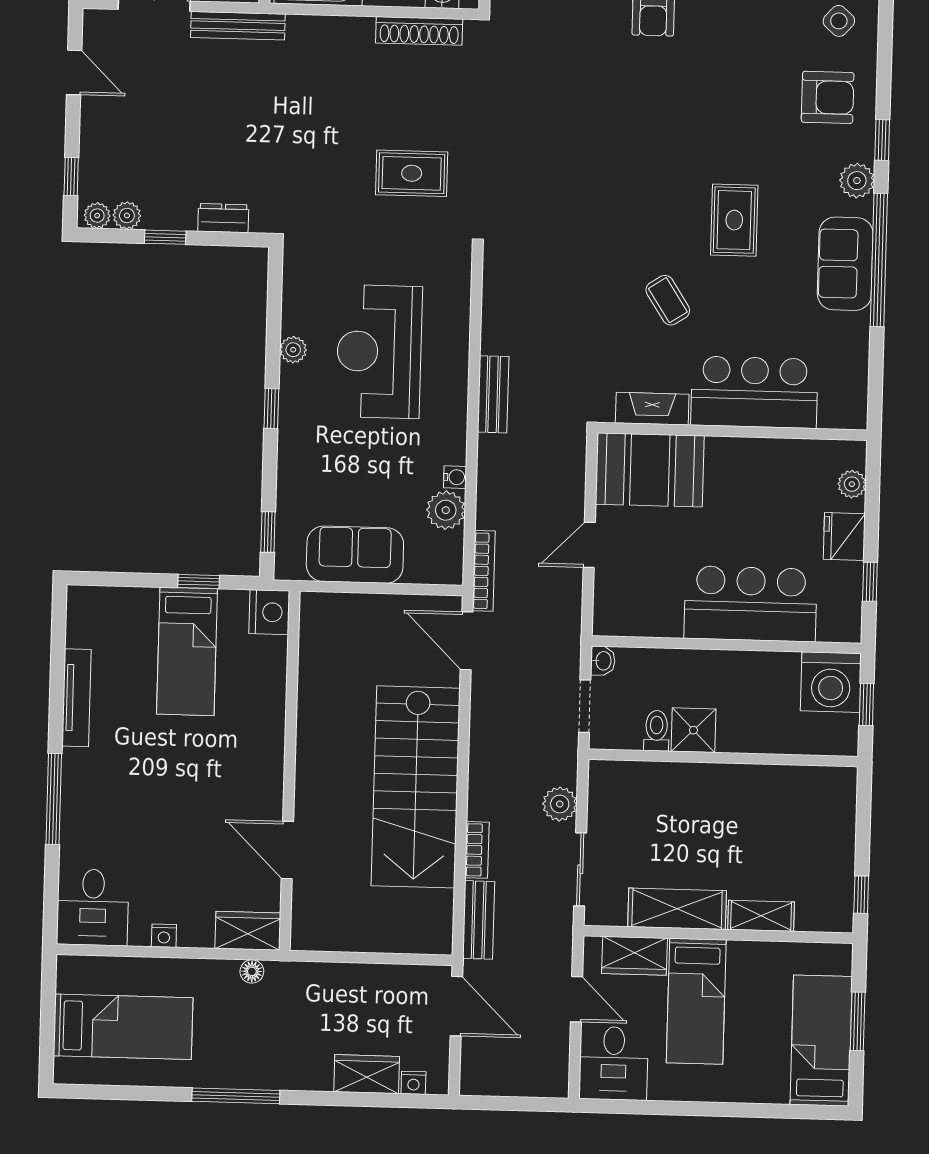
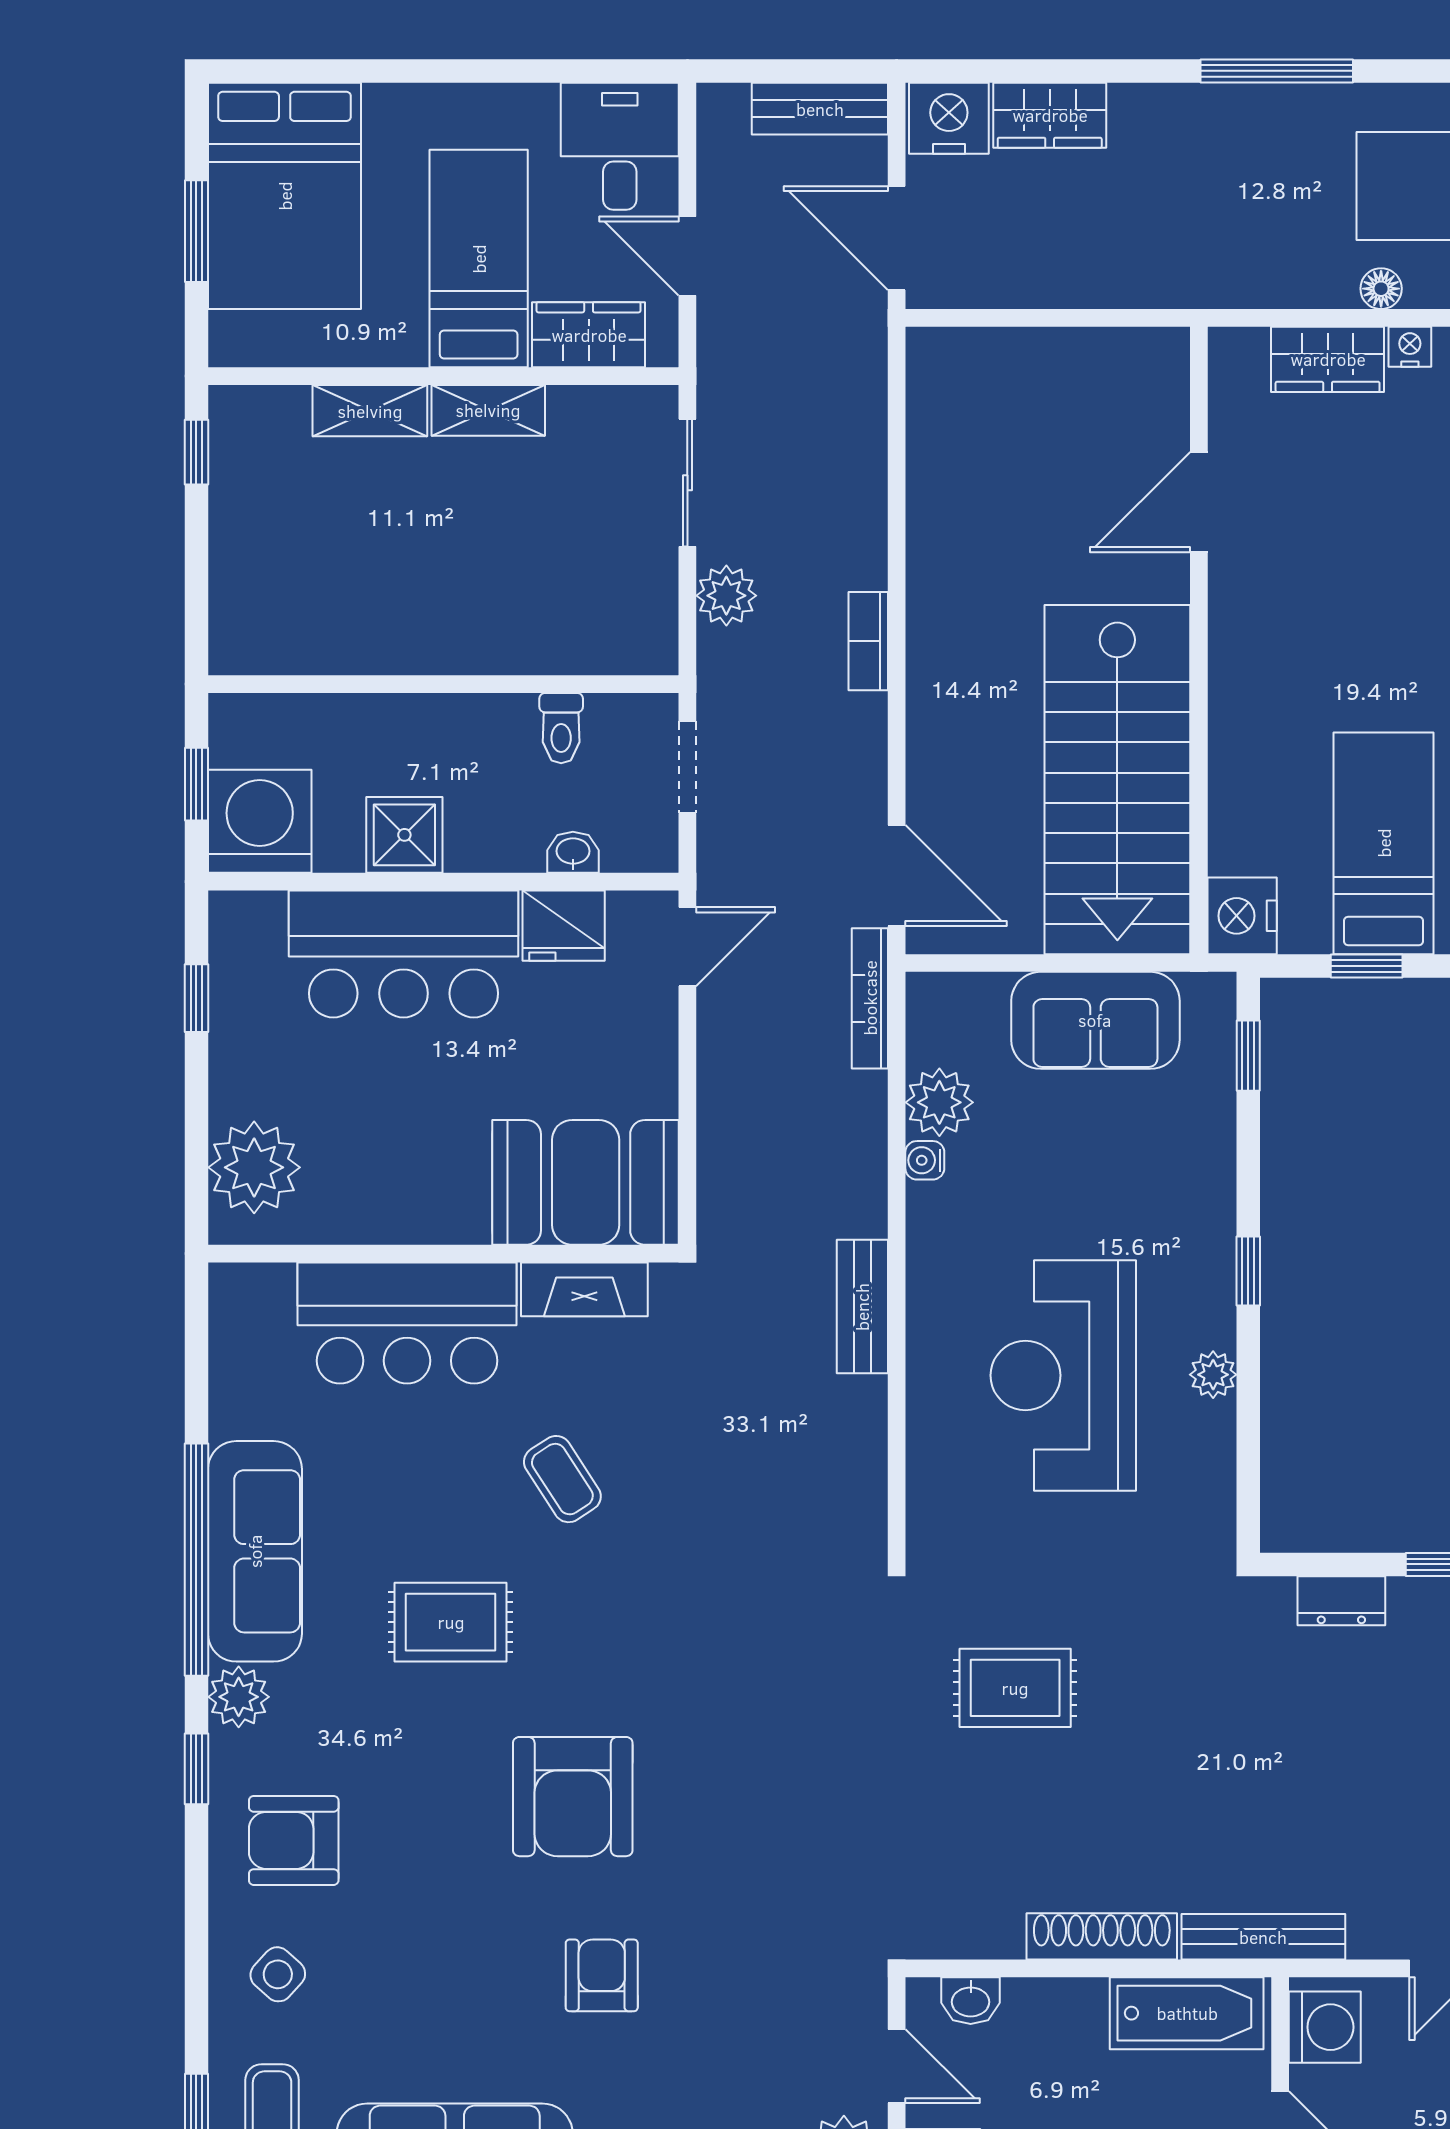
bench: (238, 26) -> (1263, 1937), moved
shoe rack: (419, 31) -> (1102, 1936), moved
armchair: (667, 118) -> (573, 1797), added
rug: (734, 220) -> (451, 1622), turned 90
sofa: (845, 264) -> (255, 1551), width x1.36
reception desk: (379, 352) -> (1063, 1375), turned 180
plant: (852, 484) -> (254, 1167), width x1.88, depth x1.88
fridge: (844, 536) -> (564, 926), moved, turned 90
door: (589, 545) -> (687, 947), moved
washbasin: (603, 661) -> (573, 852), moved, turned 90
shower: (693, 730) -> (404, 835), moved
stairs: (416, 787) -> (1117, 780), moved, turned 180
door: (287, 850) -> (1199, 502), swing flipped
bookcase: (477, 850) -> (868, 641), moved
shelving: (677, 909) -> (488, 410), width x0.67, depth x0.75
bench: (479, 920) -> (820, 109), moved, turned 90
wardrobe: (248, 931) -> (1328, 359), moved
floor lamp: (252, 971) -> (1381, 289), moved
bed: (821, 1041) -> (285, 196), width x1.50
nightstand: (413, 1083) -> (949, 118), width x1.89, depth x1.79

